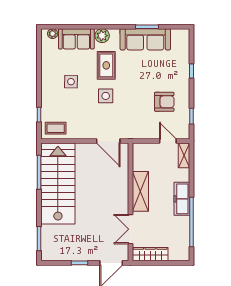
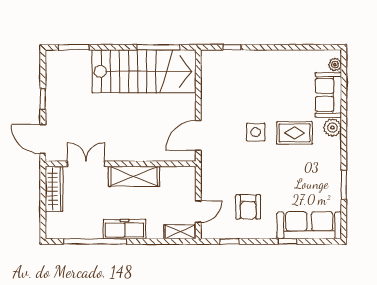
sofa: (145, 39) -> (309, 225), moved, turned 90
side table: (71, 82) -> (274, 88), removed
coffee table: (56, 128) -> (215, 68), removed

